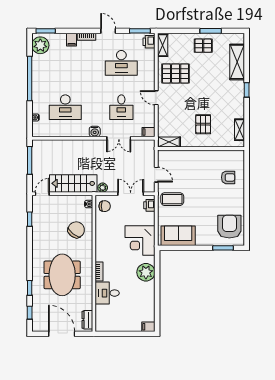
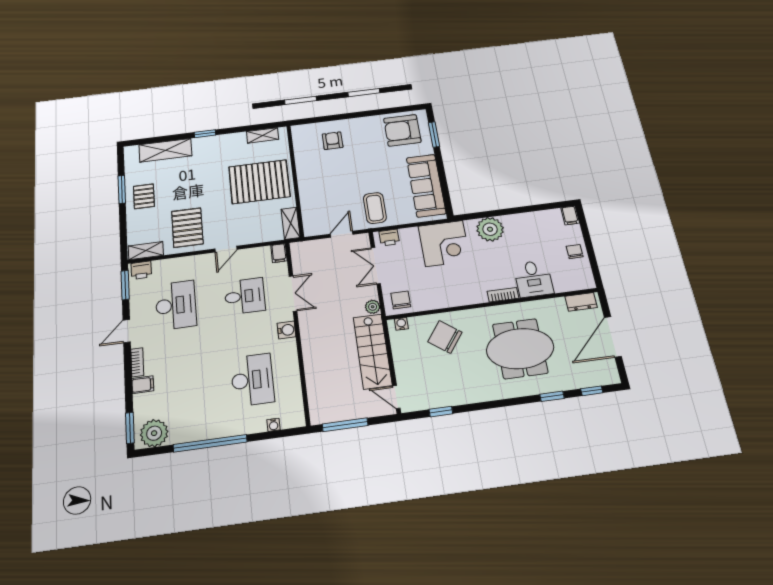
pallet: (203, 124) -> (259, 182), width x2.05, depth x2.00
sofa: (178, 236) -> (426, 185), width x1.36
chair: (122, 324) -> (575, 252), added

